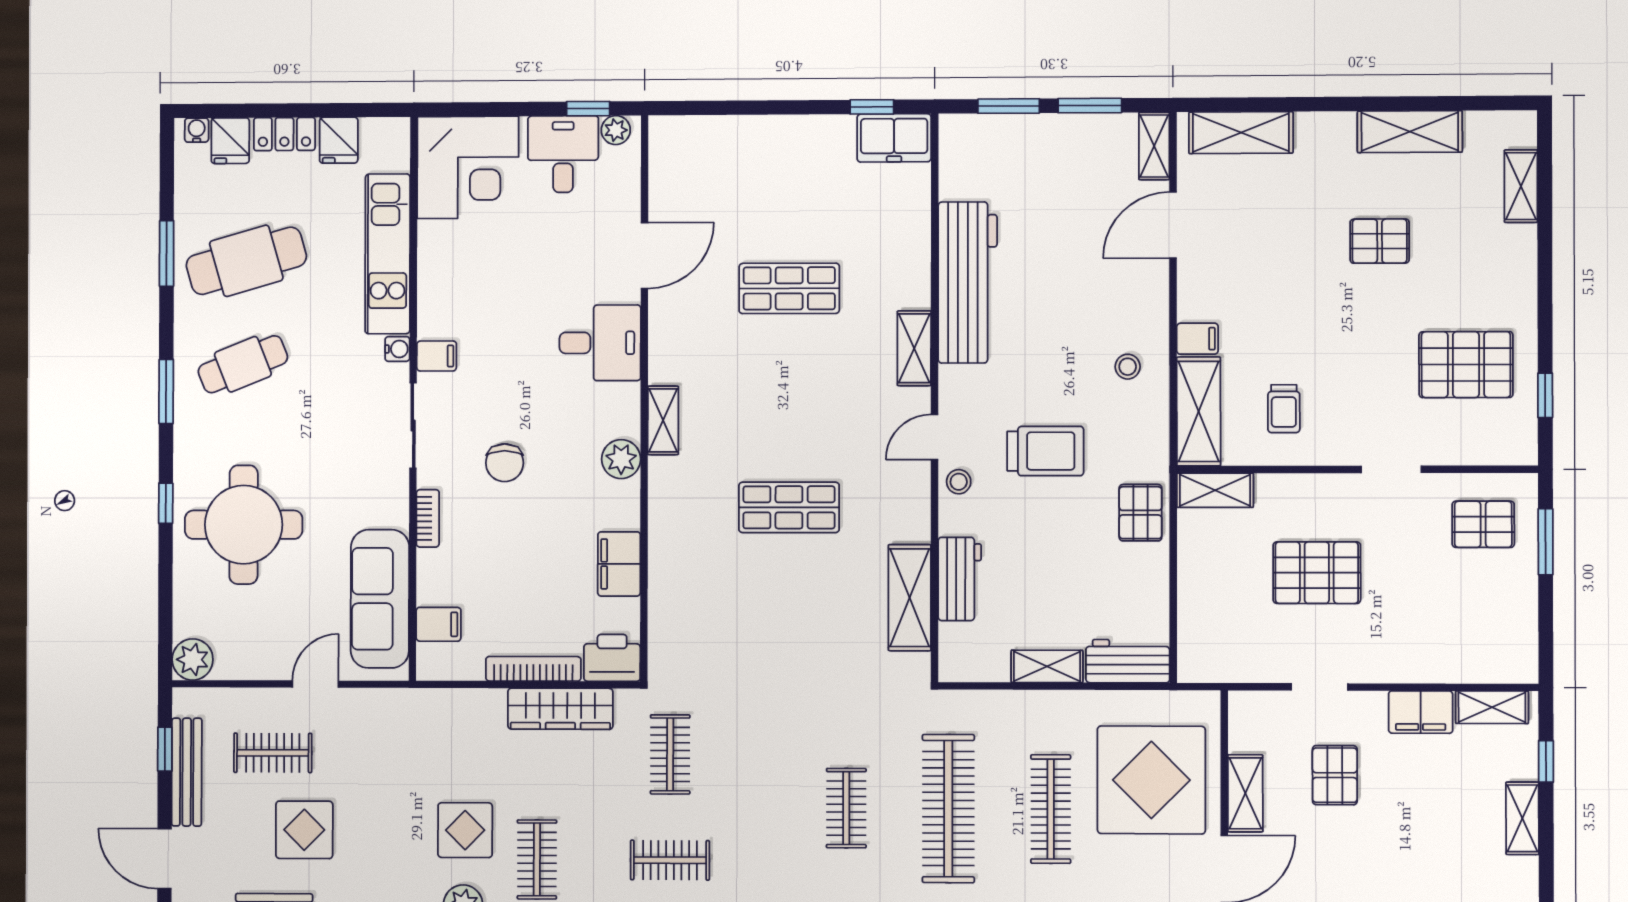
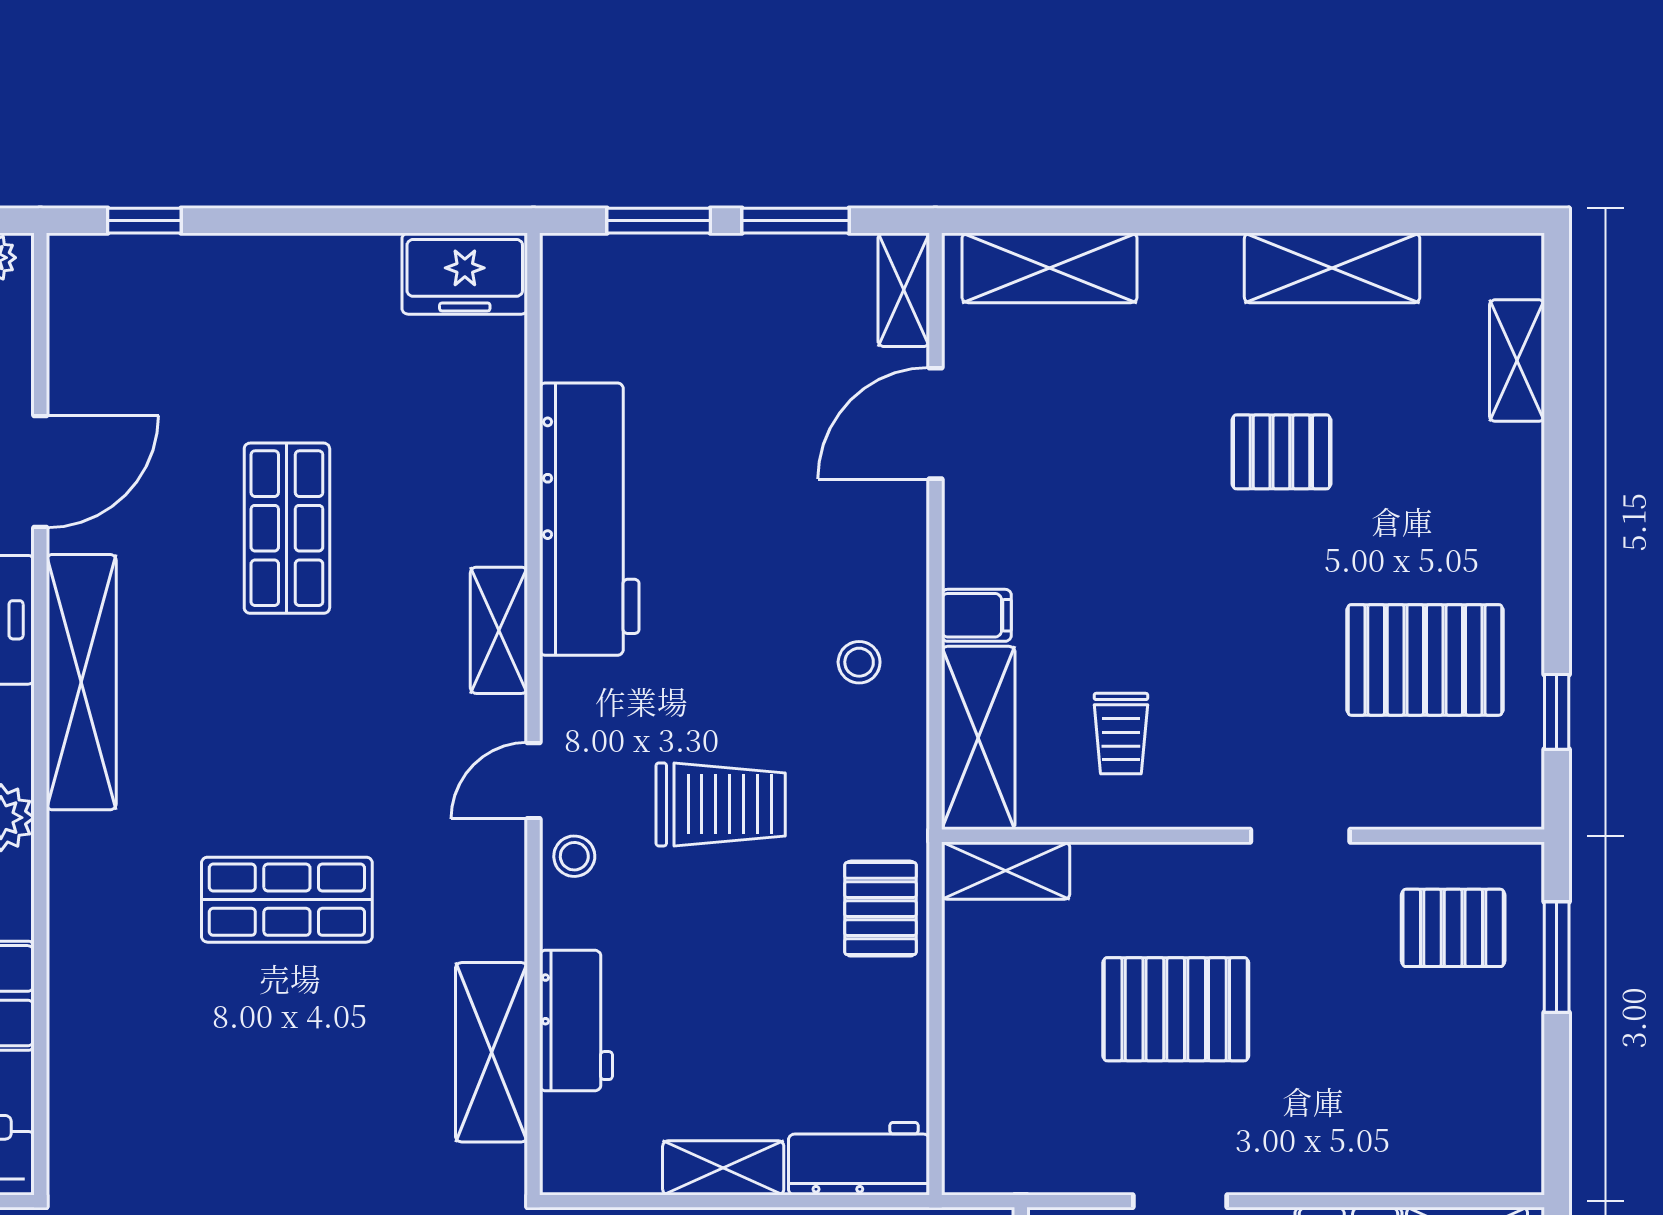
window: (872, 107) -> (144, 221), moved
shop shelf: (789, 288) -> (287, 528), turned 90
shelving: (663, 420) -> (81, 682), width x2.20, depth x1.33

